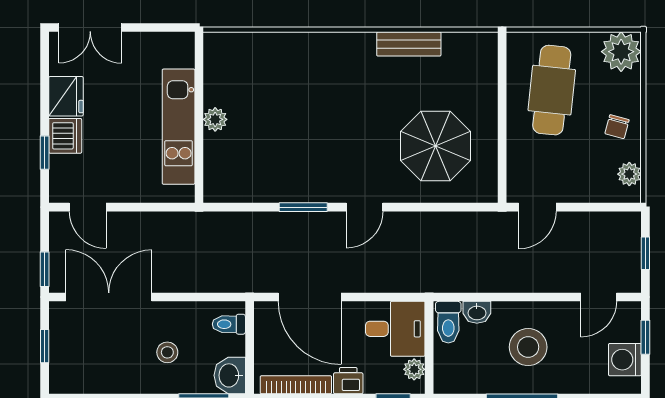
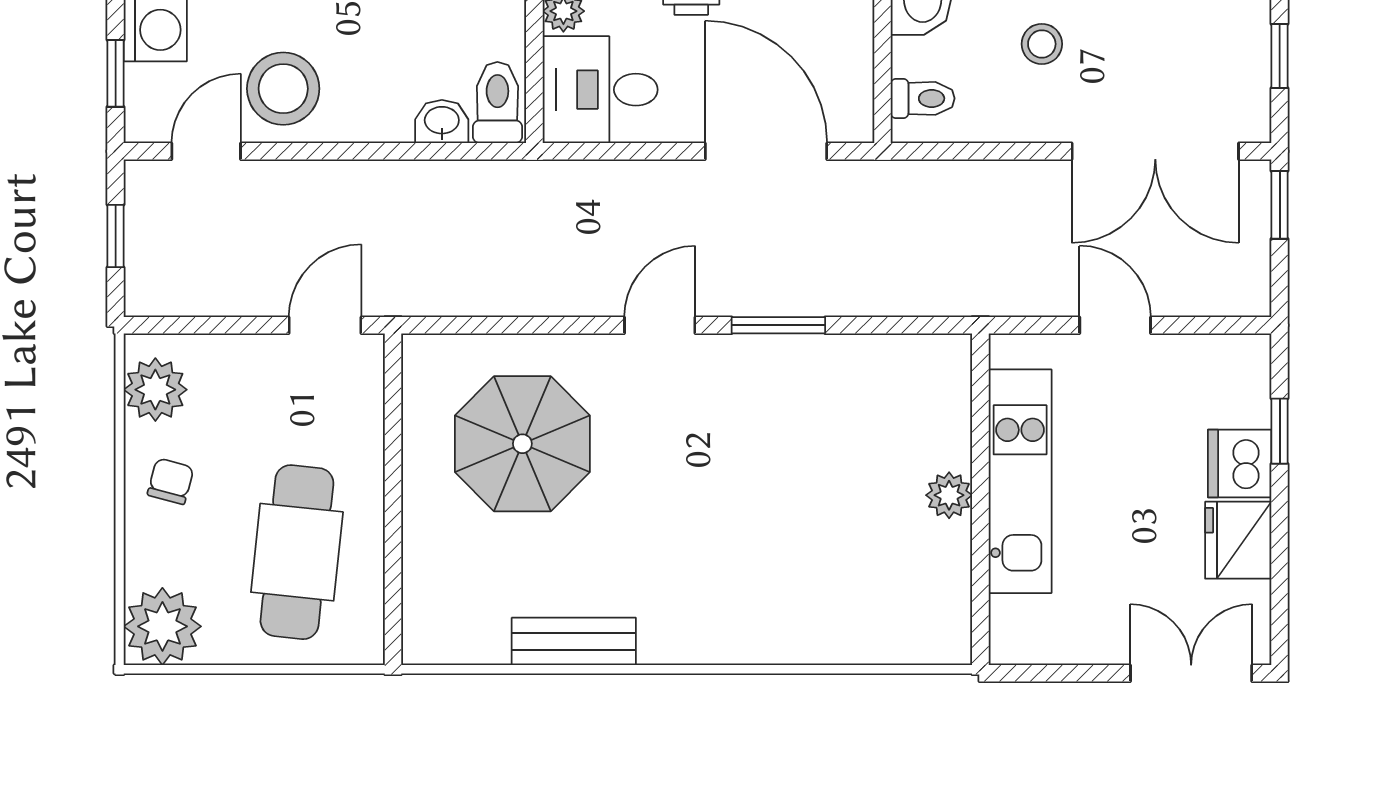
plant: (629, 174) -> (155, 390), width x1.38, depth x1.38
door: (88, 207) -> (1115, 325), moved
stool: (528, 347) -> (283, 89), moved

